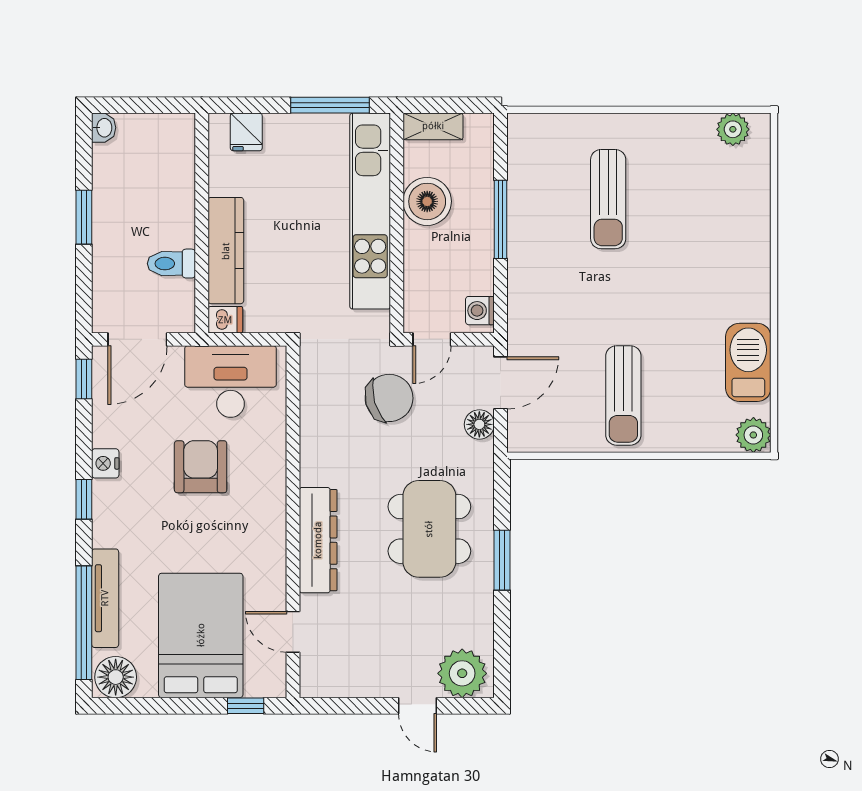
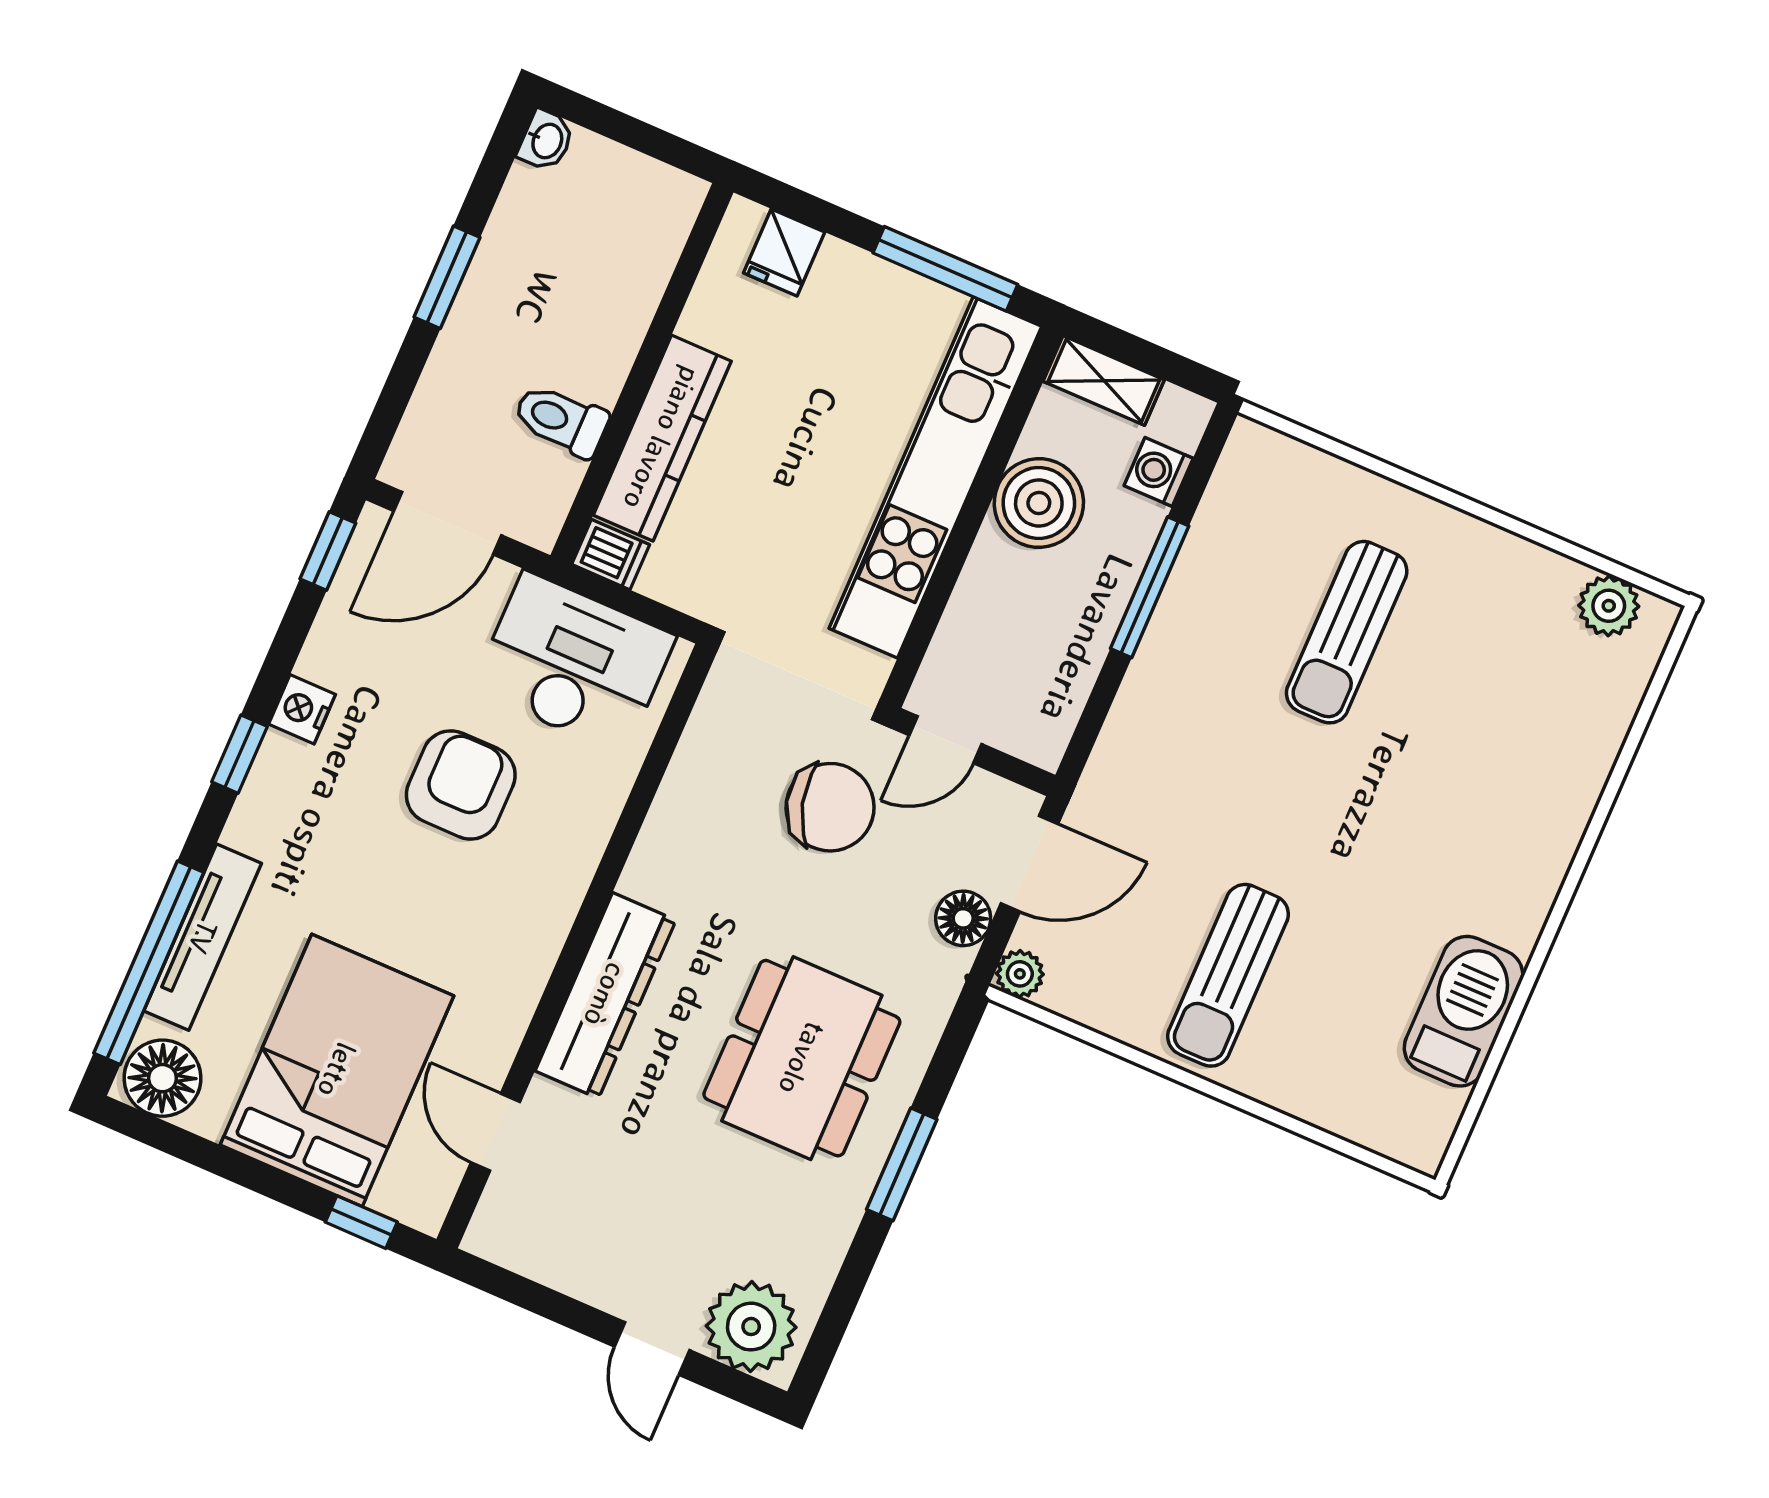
washing machine: (480, 311) -> (1158, 472), moved
plant: (753, 435) -> (1020, 974), moved, width x0.73, depth x0.73

